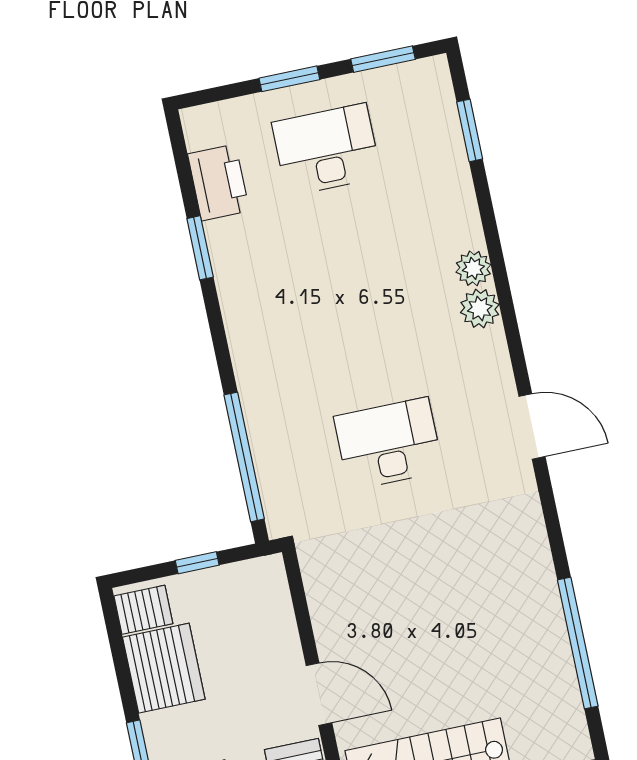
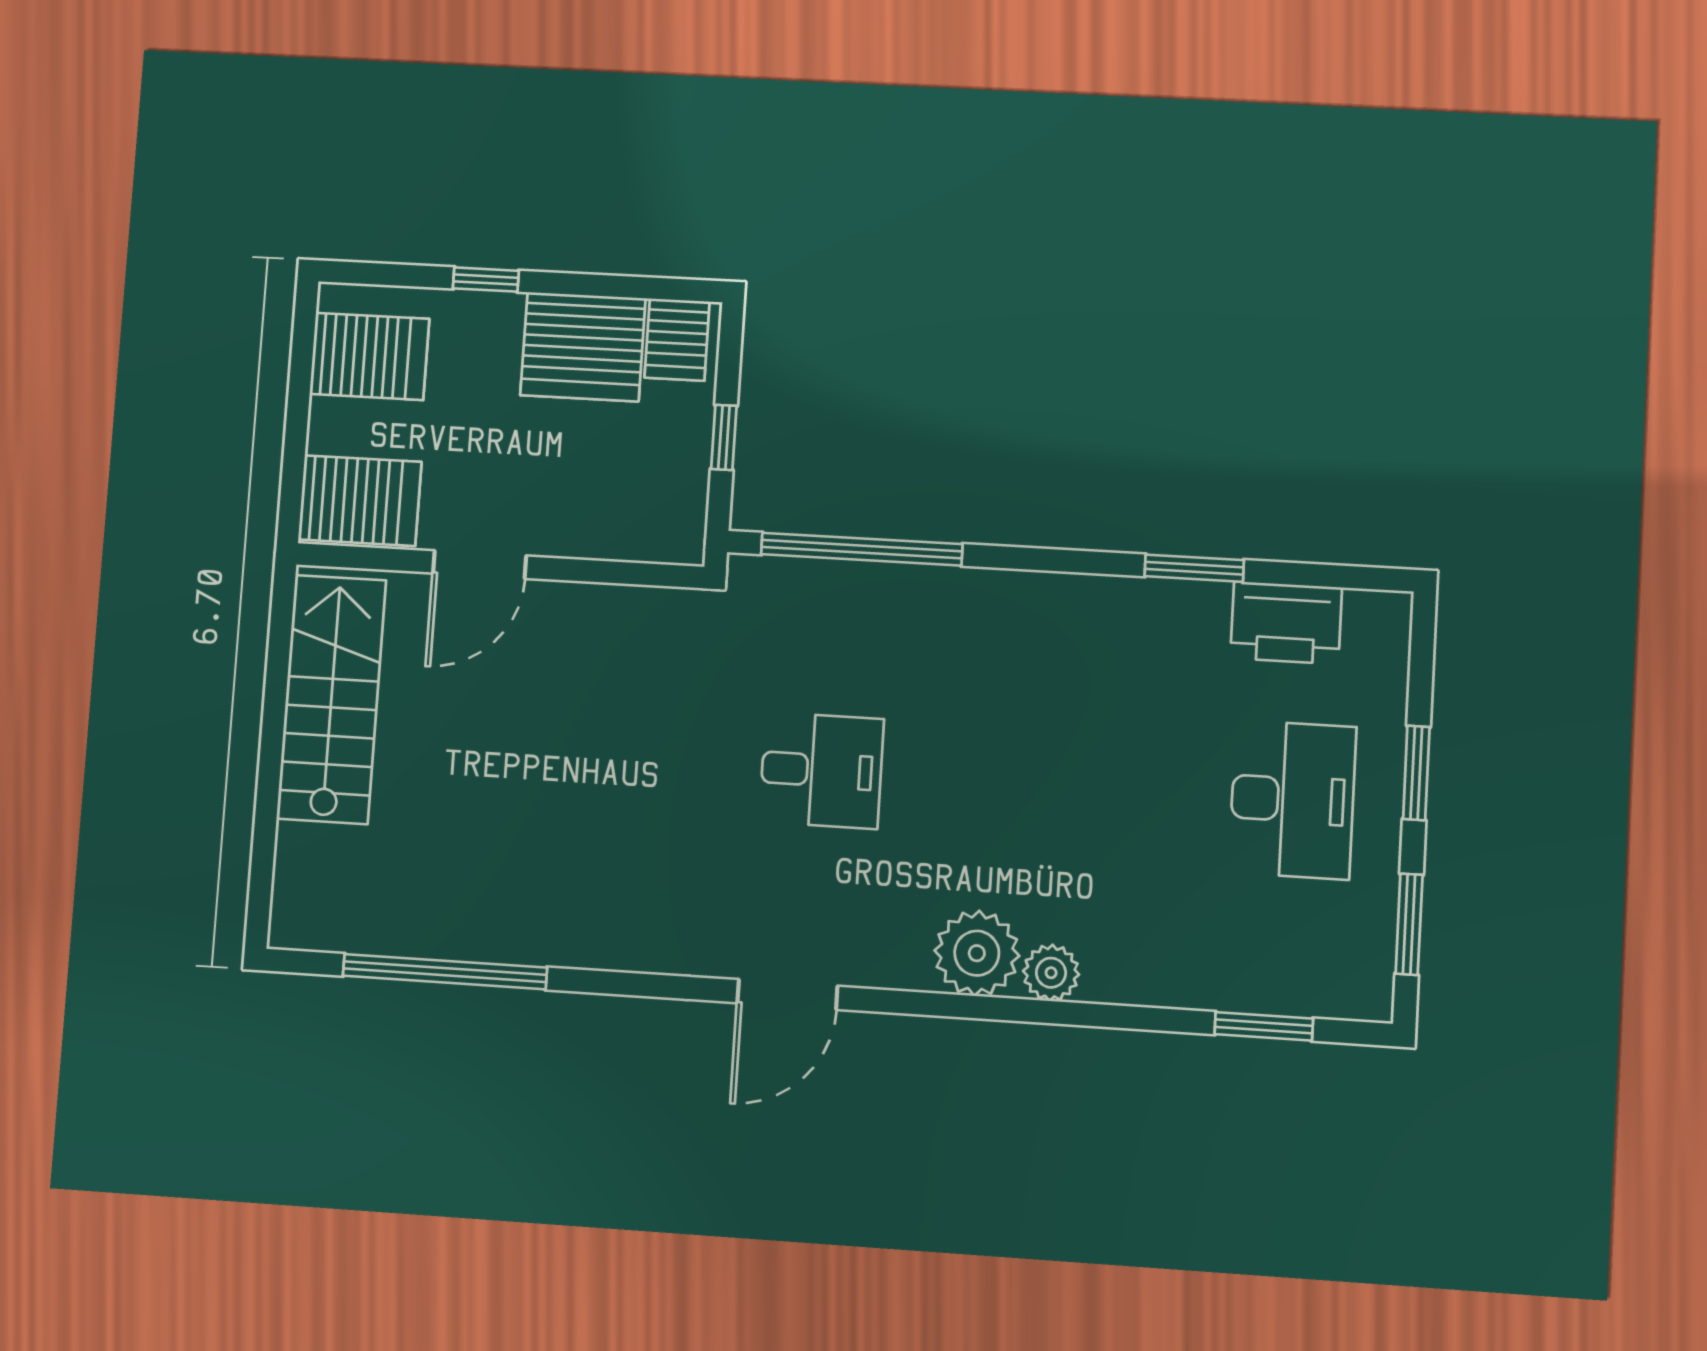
plant: (480, 308) -> (977, 953), width x1.36, depth x1.36
desk: (388, 444) -> (821, 770), width x0.73

